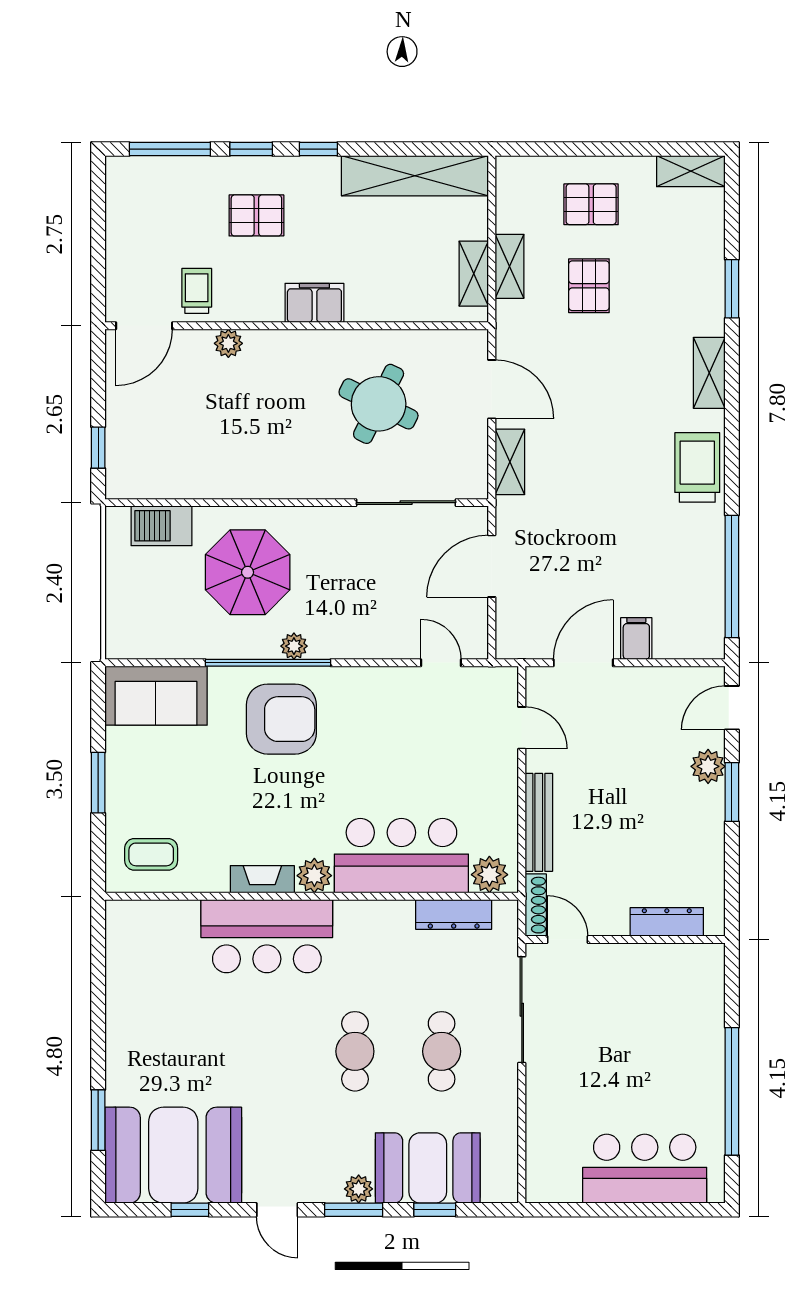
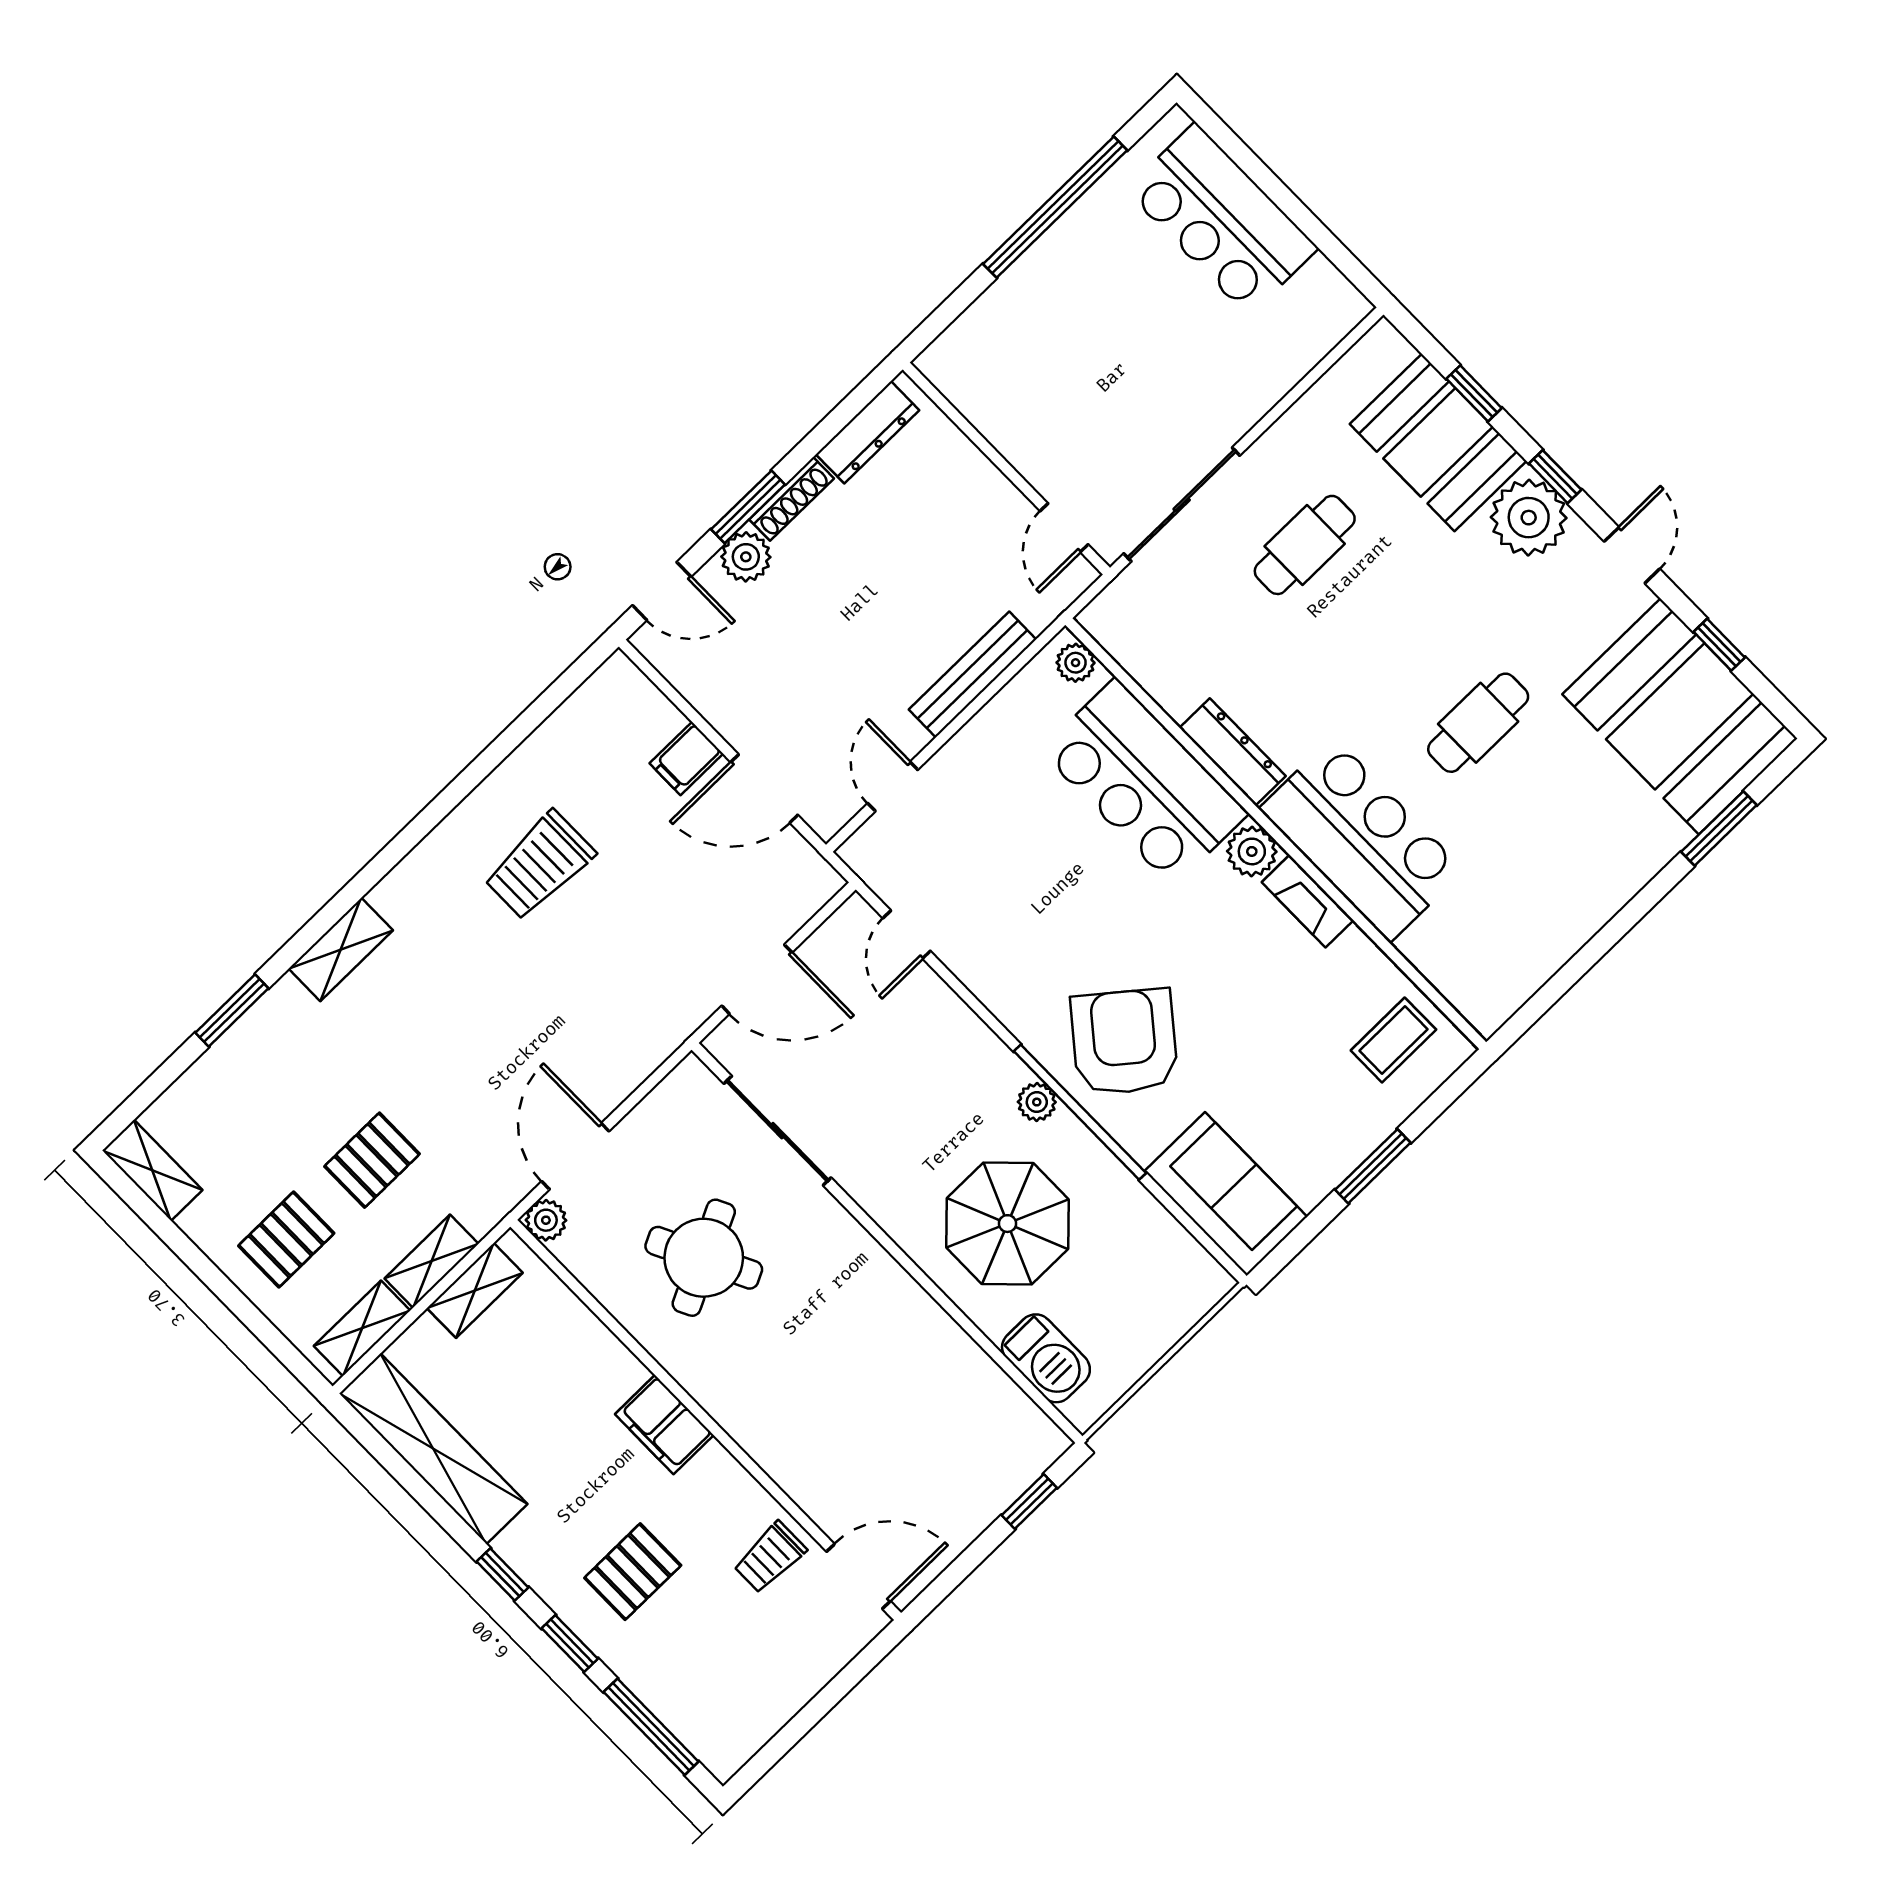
pallet: (591, 204) -> (286, 1239), turned 90
pallet: (256, 215) -> (633, 1572), turned 90
plant: (228, 343) -> (546, 1220), moved
round table: (379, 404) -> (704, 1258), turned 38
shelving: (510, 462) -> (362, 1328), moved
trolley: (697, 467) -> (539, 865), moved
window: (732, 576) -> (527, 722), removed
armchair: (281, 719) -> (1124, 1042), turned 39
coffee table: (151, 854) -> (1393, 1040), turned 90
plant: (489, 875) -> (1076, 663), width x0.73, depth x0.73
shoe rack: (536, 905) -> (792, 499), moved, turned 180
dresser: (454, 914) -> (1233, 752), moved
dresser: (667, 922) -> (867, 432), moved, turned -90
cafe table: (355, 1051) -> (1478, 723), moved
plant: (359, 1189) -> (1529, 518), width x1.88, depth x1.88
window: (354, 1210) -> (1555, 477), width x0.67

